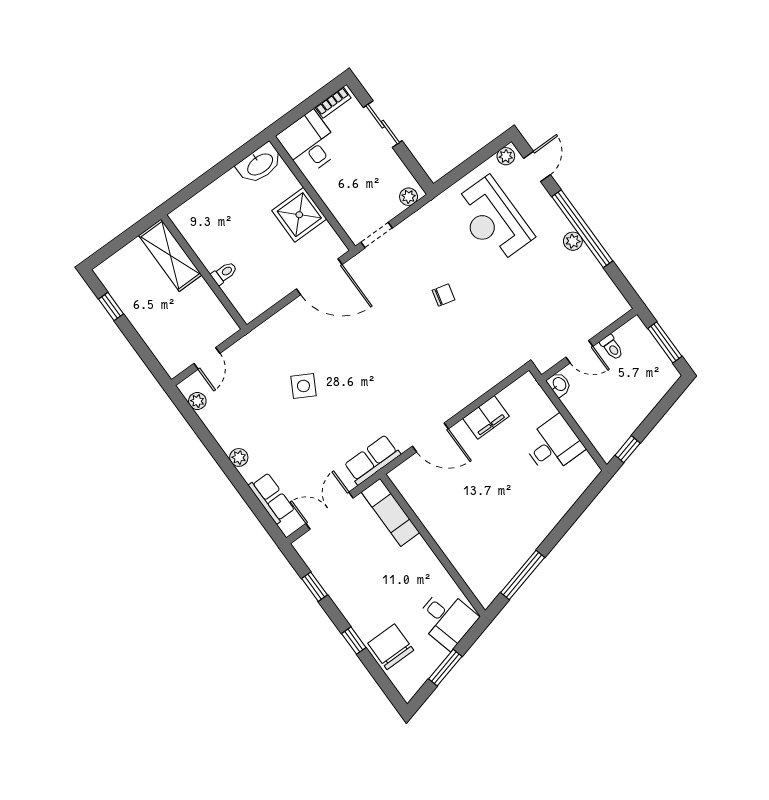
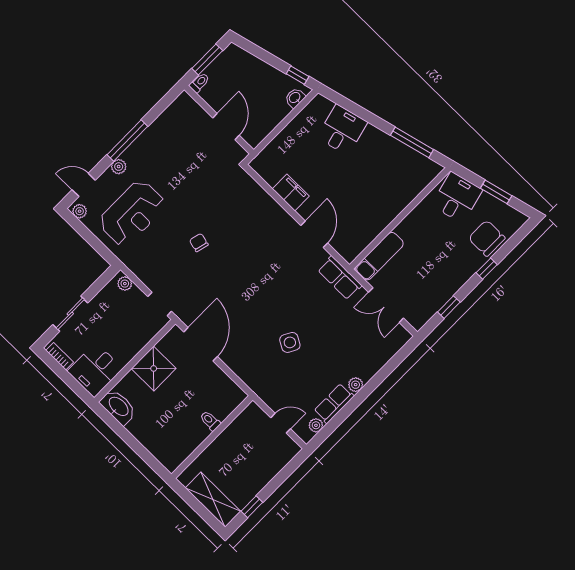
window: (582, 229) -> (127, 141), width x0.68
plant: (573, 241) -> (119, 167), moved
shelving: (170, 255) -> (213, 500), moved, turned 90
toilet: (612, 347) -> (199, 83), moved
door: (579, 352) -> (226, 127), width x1.38
washbasin: (559, 384) -> (295, 98), moved
desk: (553, 445) -> (342, 130), moved, turned 76
row of seats: (272, 498) -> (334, 403), moved
chair: (391, 647) -> (487, 238), turned 90

